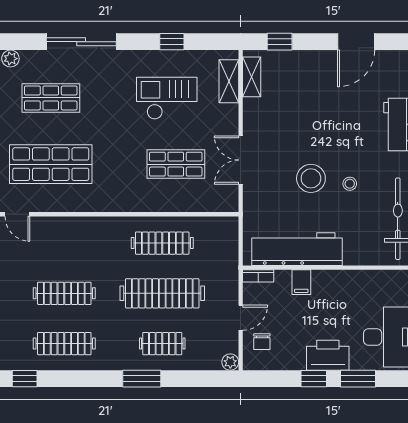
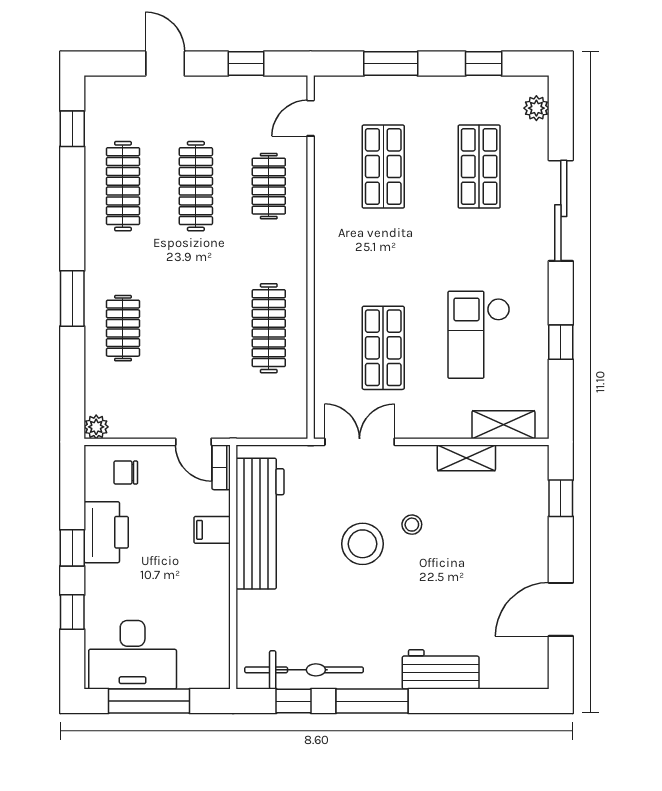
door: (356, 42) -> (561, 609), hinge flipped
shelving: (252, 77) -> (466, 458), moved
checkout: (167, 98) -> (479, 335), turned 180
double door: (241, 160) -> (360, 442), moved
shop shelf: (51, 164) -> (383, 167), width x0.70, depth x0.74
stool: (350, 184) -> (412, 525), moved
clothes rail: (162, 293) -> (269, 186), moved, width x0.54, depth x0.76
door: (241, 318) -> (193, 442), moved
printer: (328, 355) -> (106, 532), moved
window: (358, 379) -> (72, 612), width x0.67

